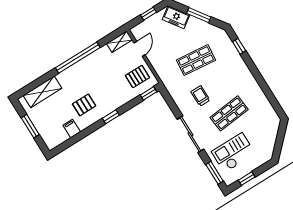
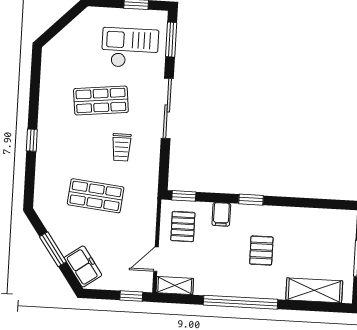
window: (148, 14) -> (131, 296), moved
window: (239, 46) -> (32, 140), moved
pallet: (137, 77) -> (183, 227), turned 90
pallet: (84, 105) -> (261, 251), moved, turned 90
filing cabinet: (72, 129) -> (221, 214), moved
checkout: (233, 153) -> (130, 48), turned 180

